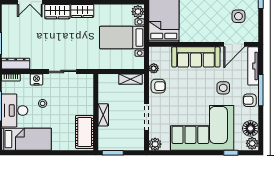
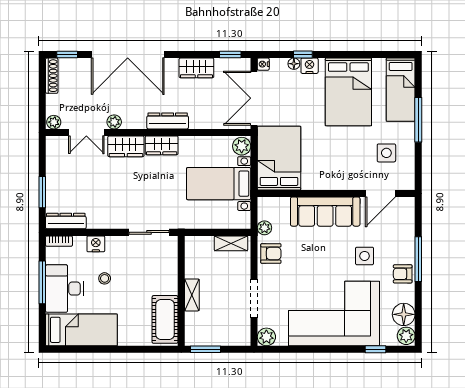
tv unit: (253, 66) -> (407, 225), removed
sliding door: (62, 71) -> (149, 232), moved

